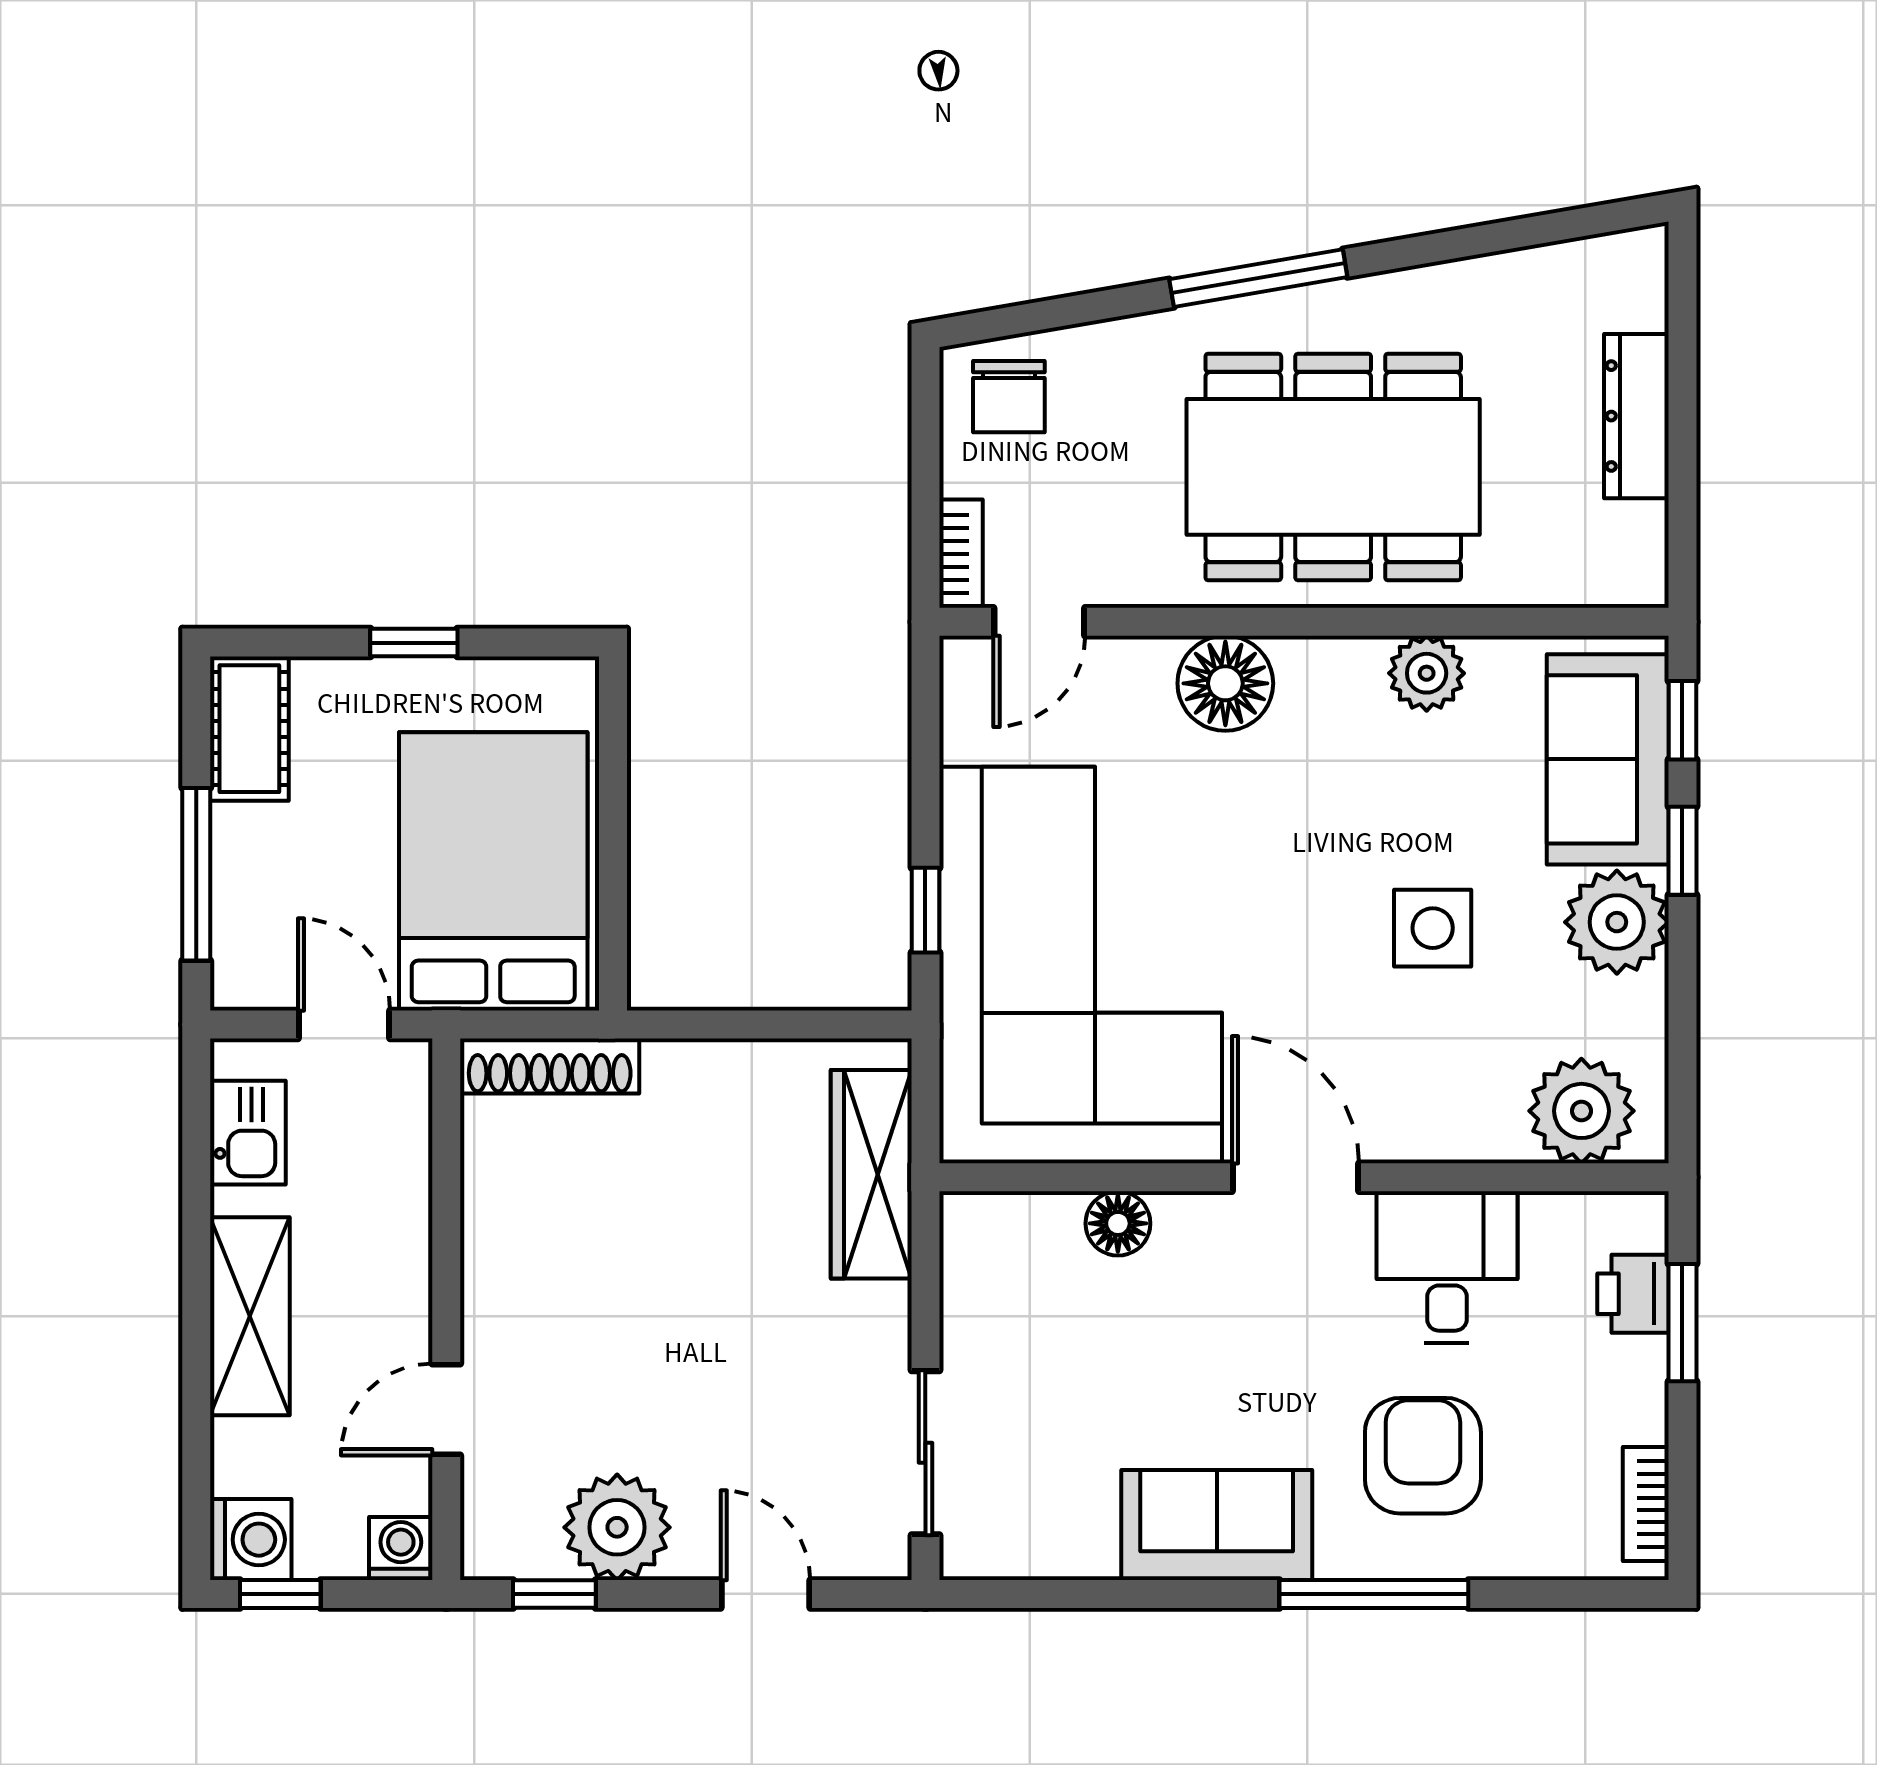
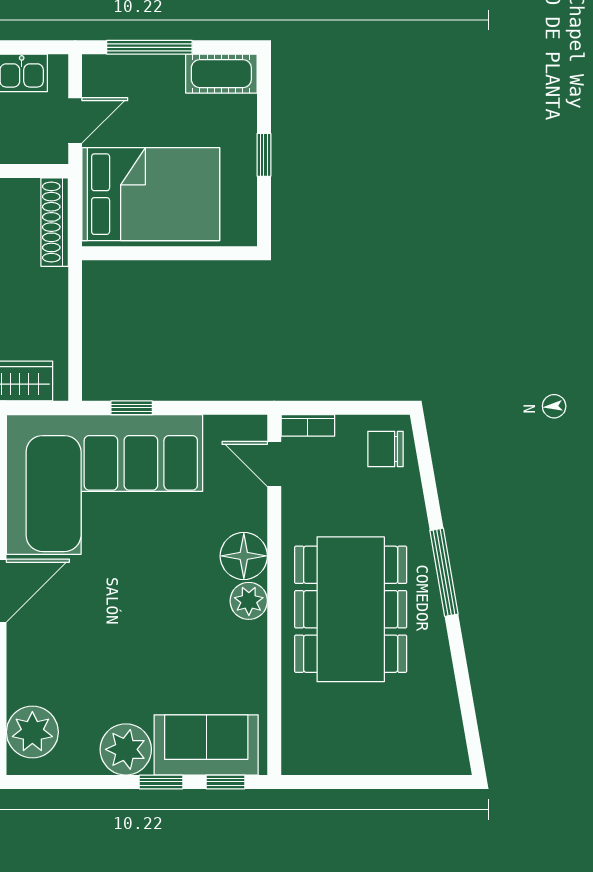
dresser: (1636, 416) -> (376, 759), removed
plant: (1427, 673) -> (249, 601), moved
side table: (1433, 928) -> (123, 658), removed

